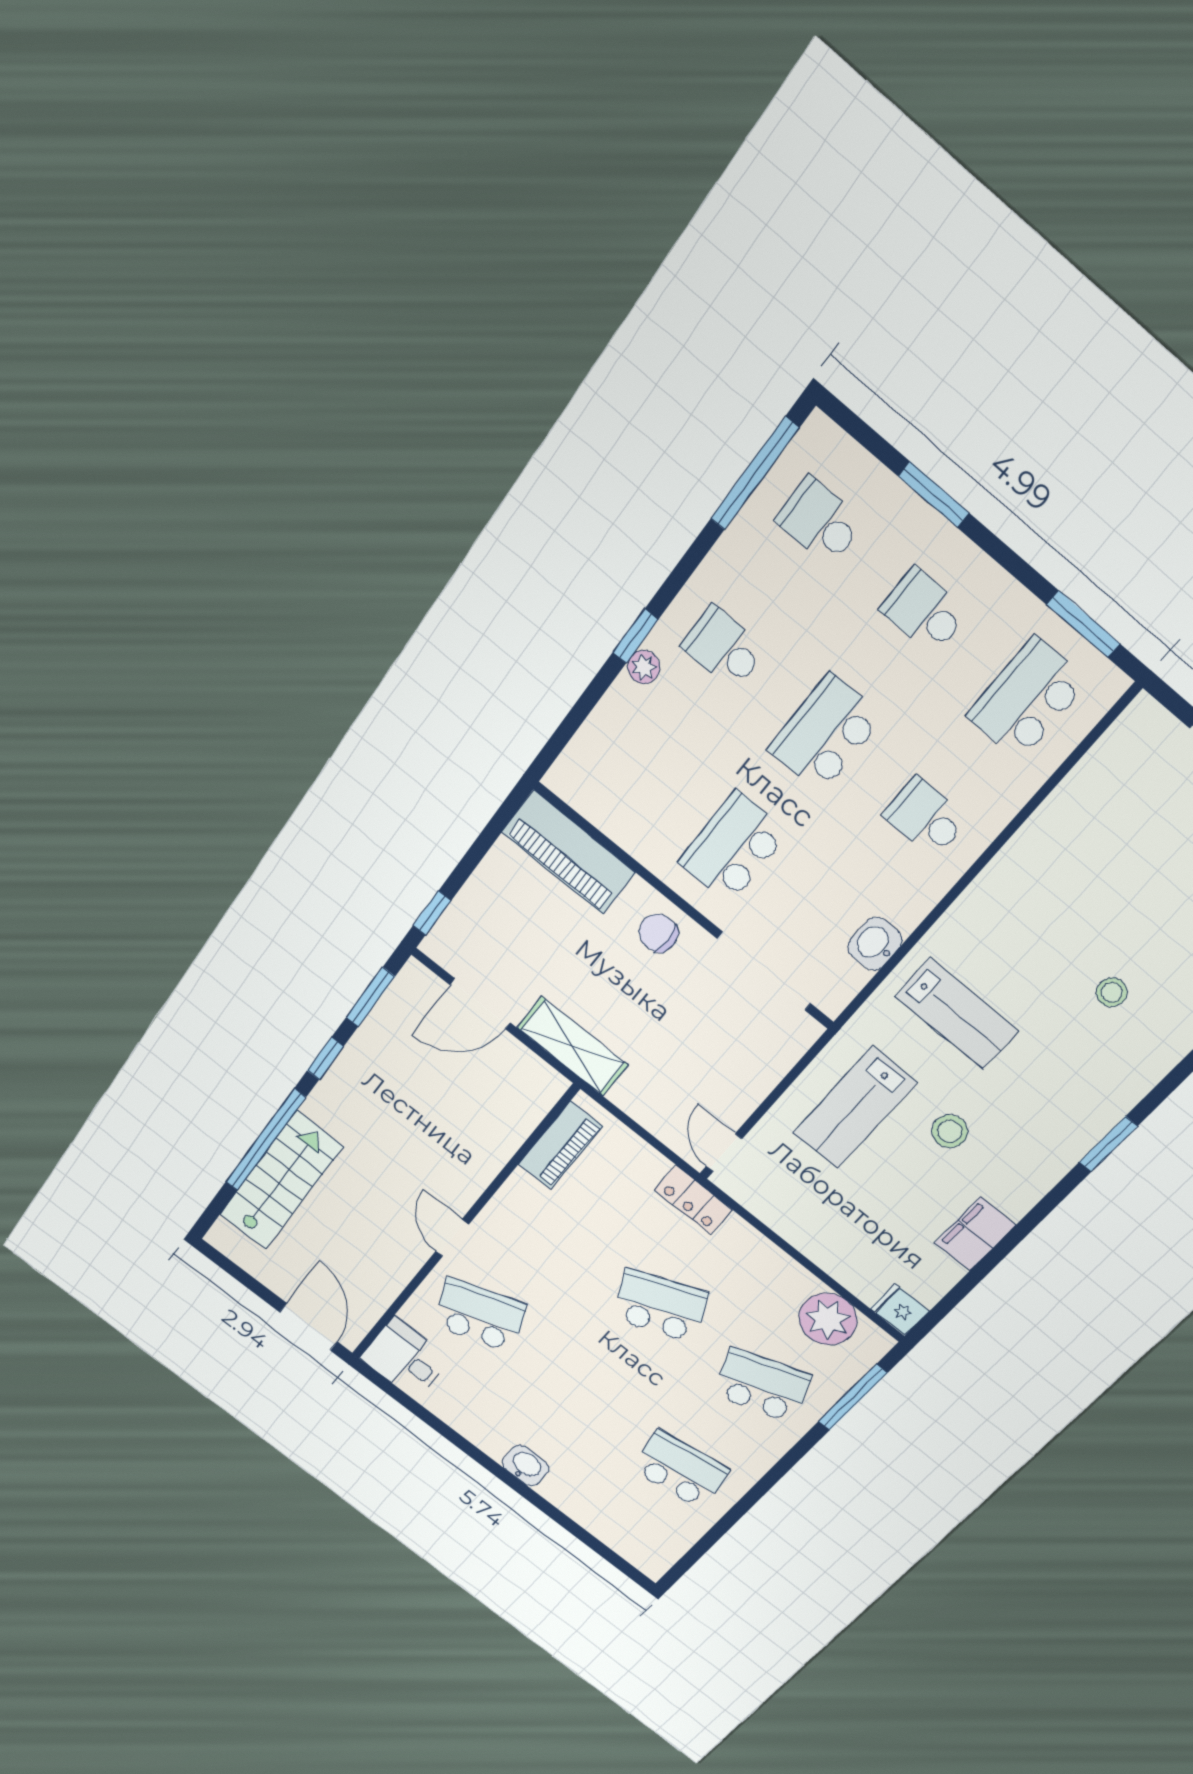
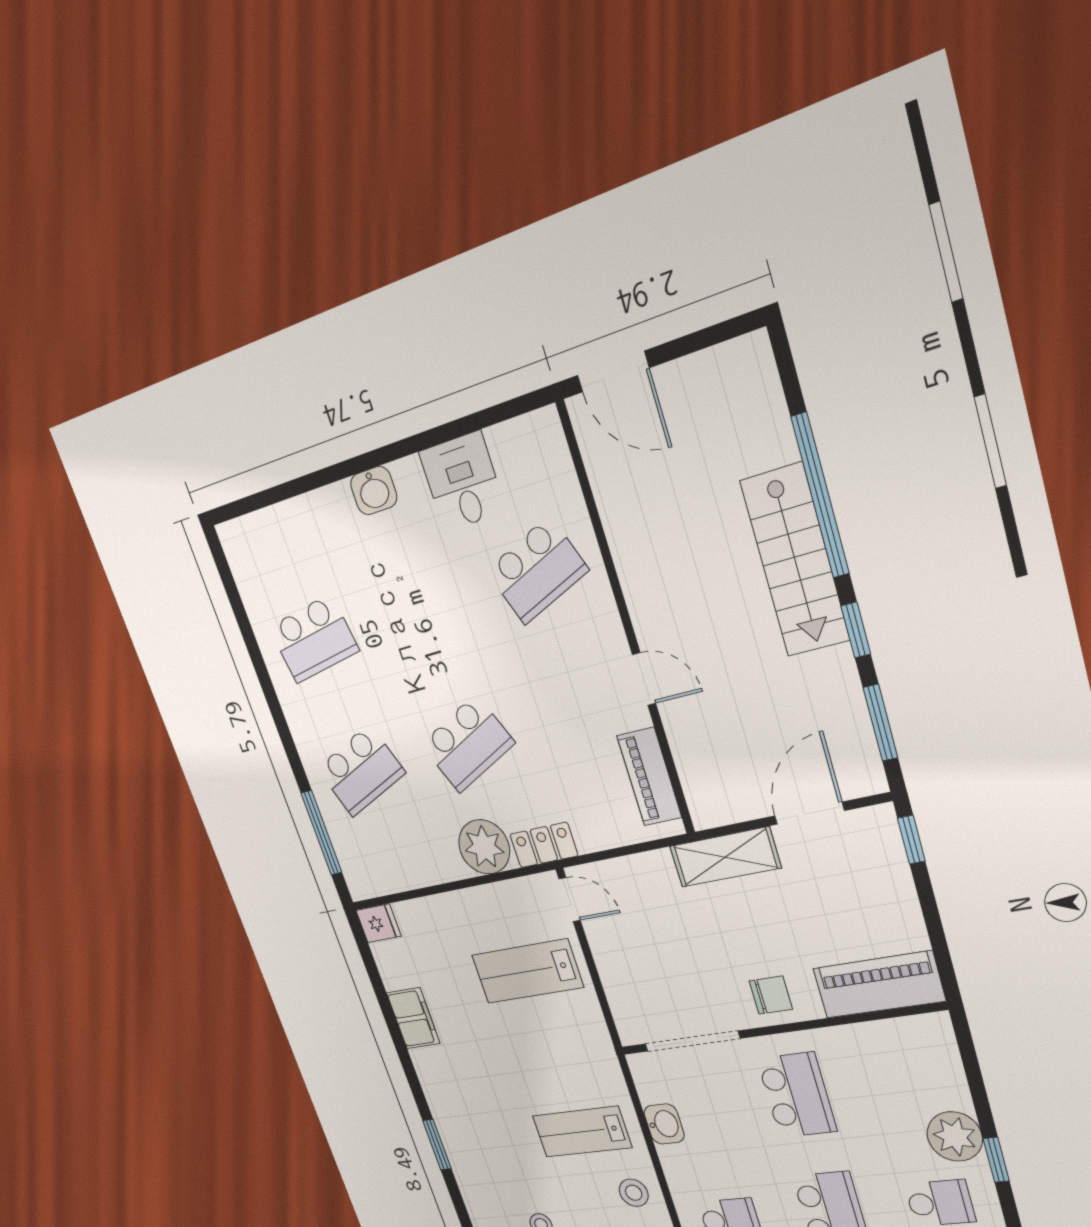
plant: (644, 667) -> (955, 1136), width x1.87, depth x1.87
lab bench: (855, 1108) -> (527, 971), moved, turned -90
stool: (950, 1131) -> (634, 1193), moved
stairs: (281, 1181) -> (795, 561), moved
door: (452, 1238) -> (644, 679), moved
plant: (828, 1319) -> (484, 847), moved
desk: (405, 1358) -> (462, 482), moved, turned -90

